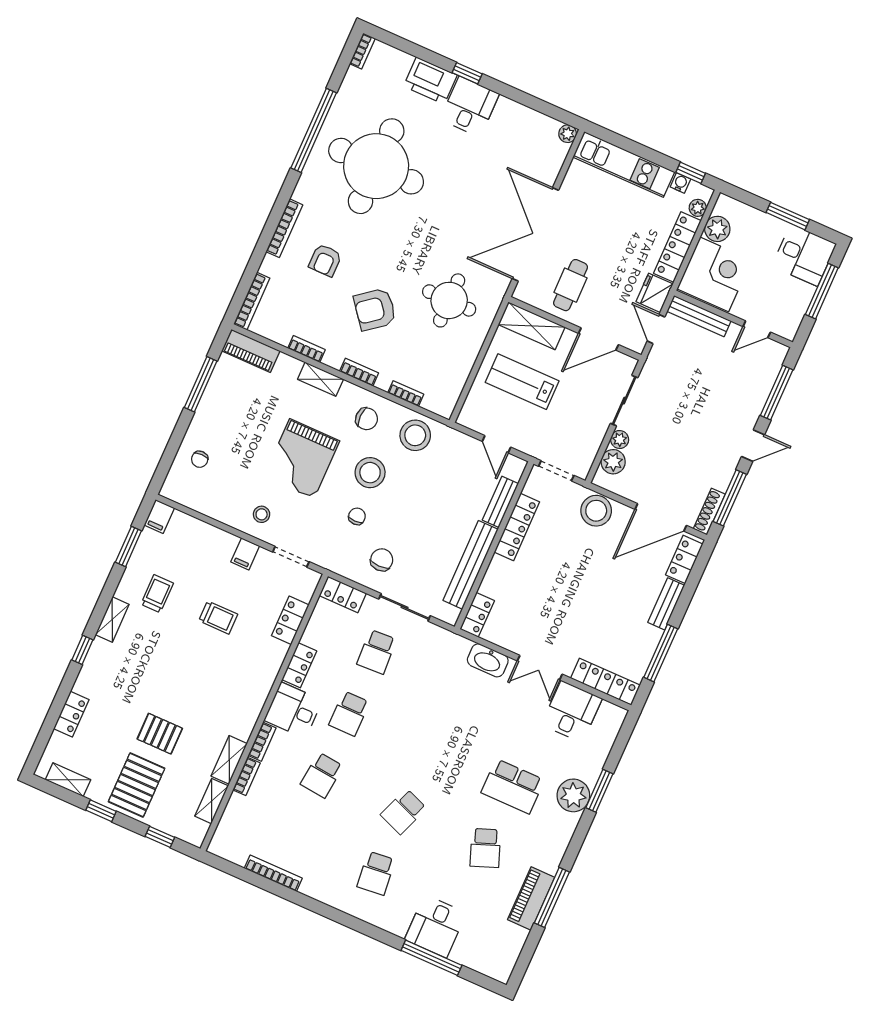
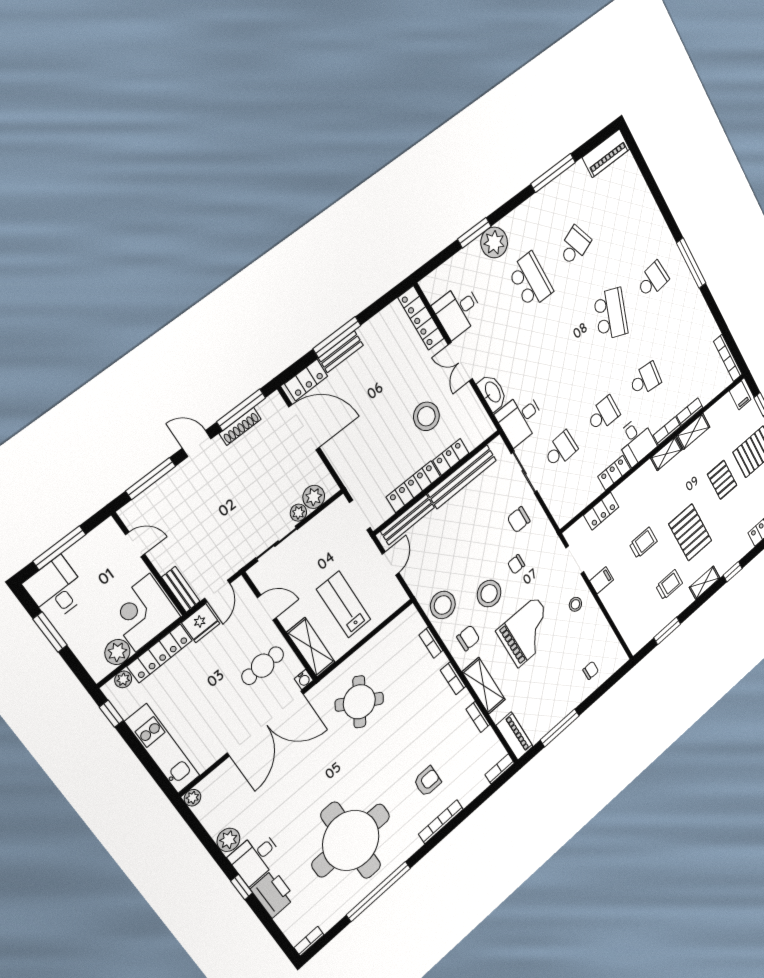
plant: (508, 111) -> (228, 840), added
water cooler: (680, 183) -> (304, 679), moved, turned -90
round table: (449, 300) -> (359, 702), turned 32
bookcase: (252, 301) -> (500, 769), width x0.64
armchair: (375, 309) -> (415, 723), removed
bench: (699, 316) -> (181, 589), width x0.73
door: (598, 339) -> (267, 608), width x0.73
shelving: (320, 379) -> (484, 686), width x1.50, depth x1.33
lab bench: (522, 382) -> (344, 604), turned 180
chair: (367, 419) -> (468, 638), turned 90
bench: (500, 502) -> (408, 519), width x1.36
stool: (596, 511) -> (426, 416), moved
shoe rack: (709, 512) -> (240, 426), moved
filing cabinet: (159, 516) -> (740, 395), moved, turned 90
trolley: (157, 594) -> (669, 585), turned 180
locker: (343, 595) -> (558, 509), removed
locker: (477, 615) -> (451, 457), moved
trolley: (218, 618) -> (643, 543), turned 90
window: (661, 653) -> (337, 337), moved
pallet: (165, 659) -> (690, 532), added
double door: (540, 668) -> (460, 362), swing flipped
shelving: (212, 801) -> (666, 454), moved
school desk: (404, 812) -> (611, 314), width x1.85
bookcase: (273, 873) -> (728, 358), moved
piano: (531, 898) -> (606, 153), moved
desk: (436, 926) -> (520, 418), moved, turned 180
window: (431, 958) -> (691, 263), moved

